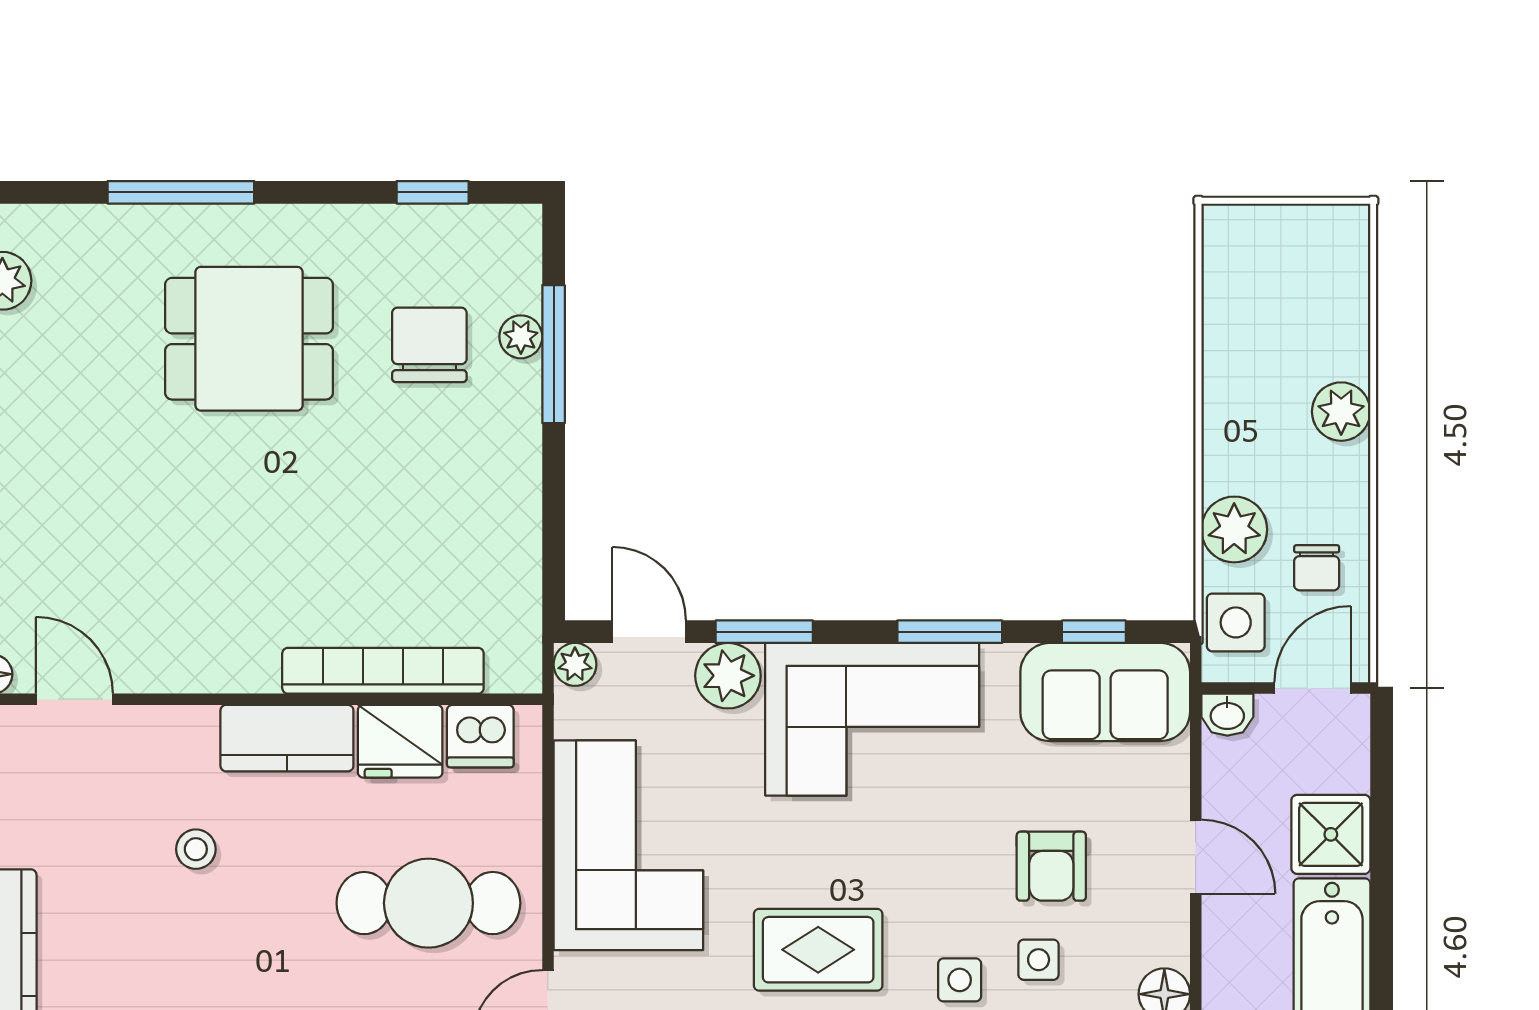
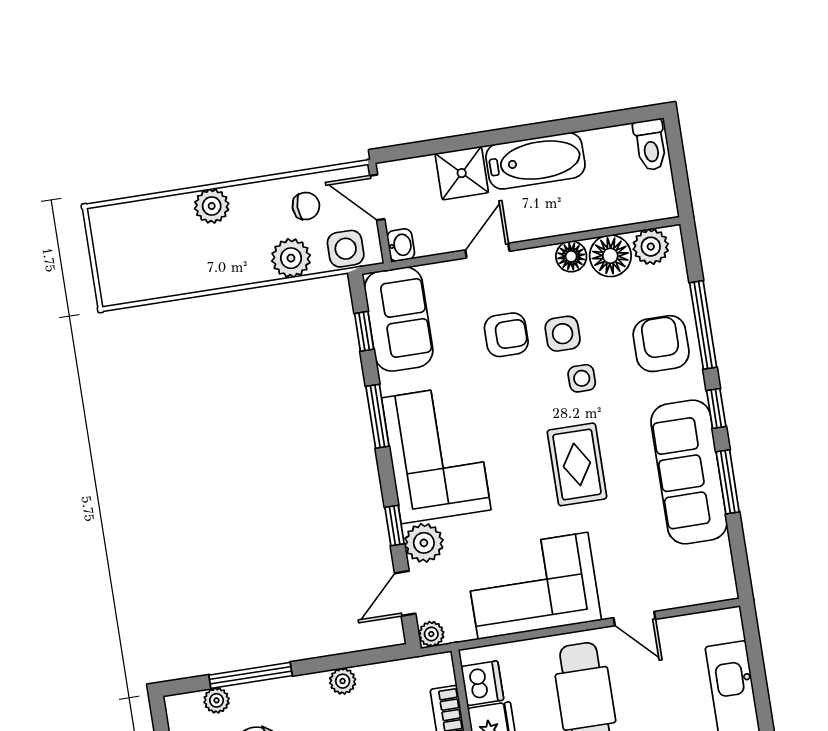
plant: (521, 337) -> (217, 700), moved
plant: (520, 505) -> (343, 681), added
window: (764, 632) -> (395, 526), width x0.67
side table: (1039, 960) -> (563, 334), width x1.37, depth x1.37

